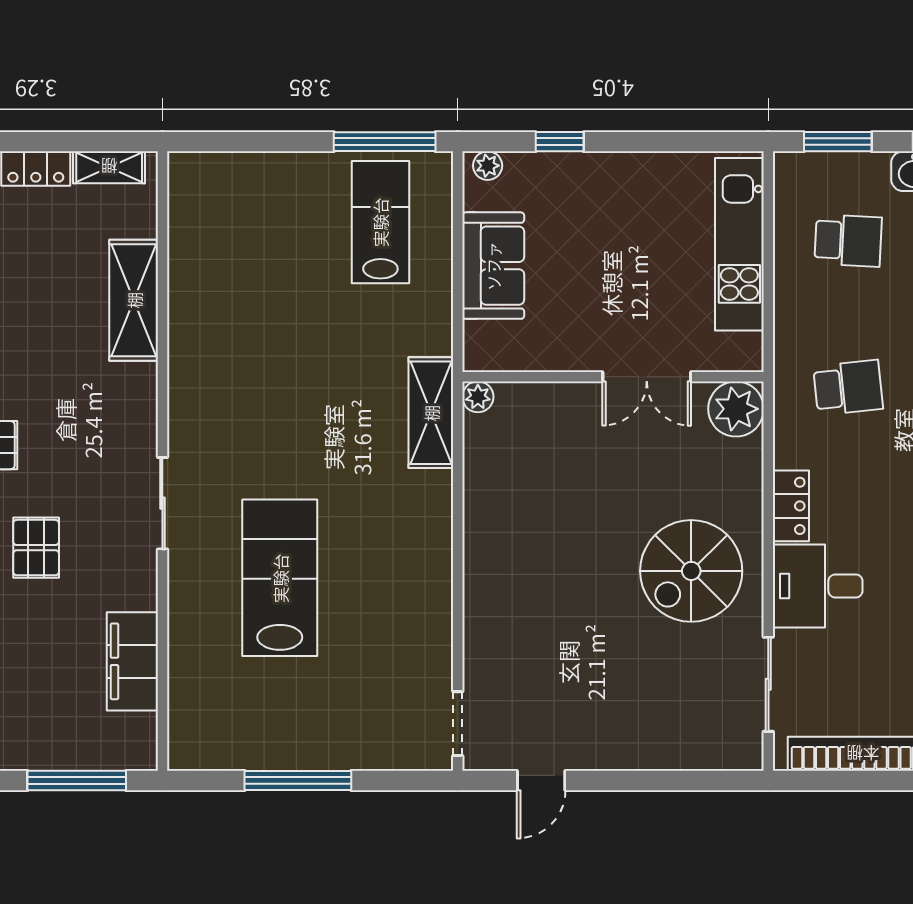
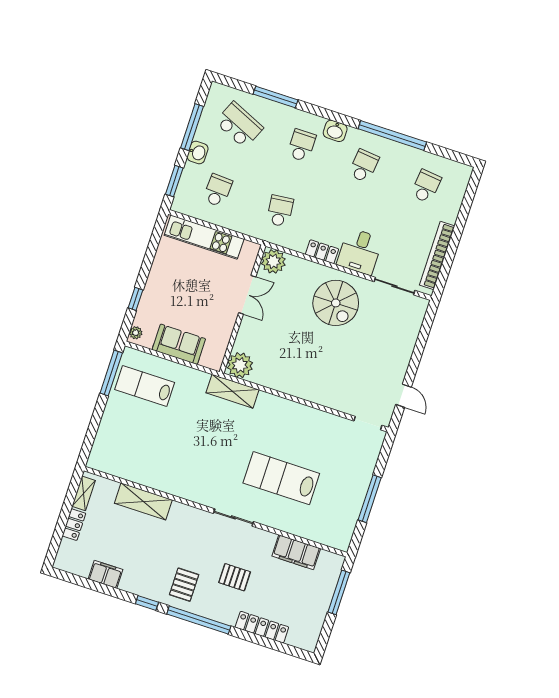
plant: (478, 397) -> (240, 365), width x1.88, depth x1.88

